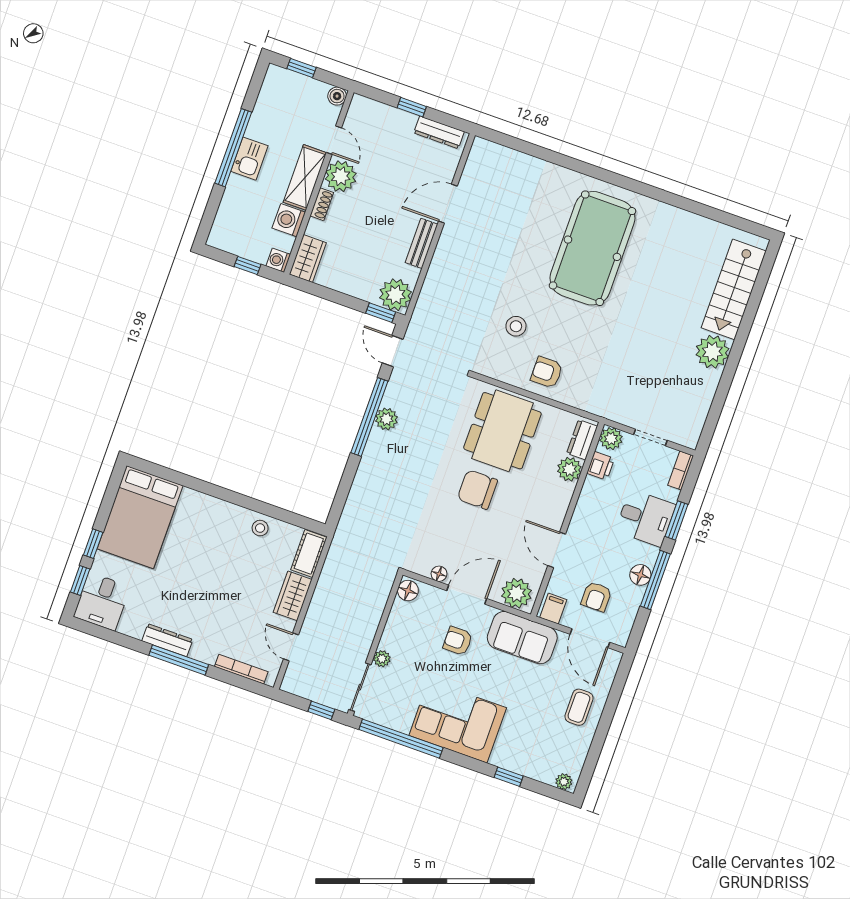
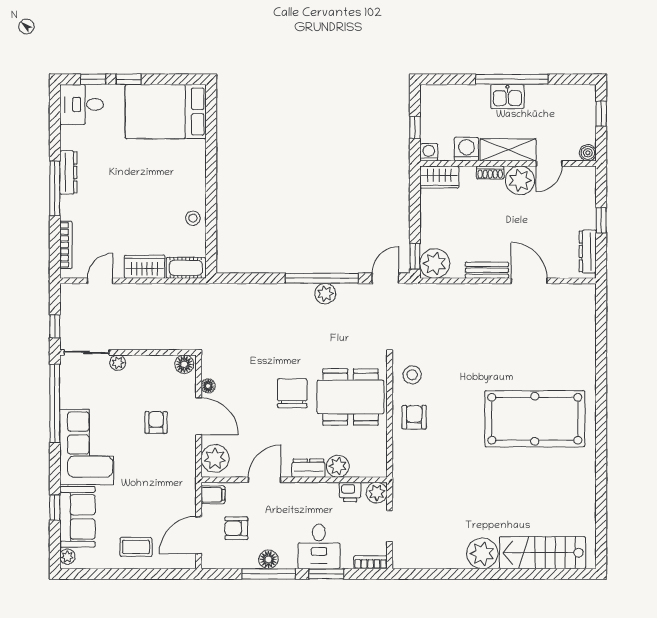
stool: (516, 326) -> (412, 375), moved
dresser: (582, 440) -> (308, 468), moved
sofa: (522, 638) -> (77, 517), moved, turned 180

